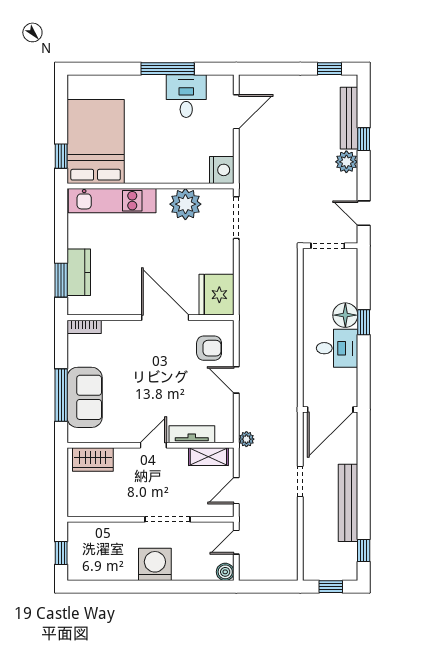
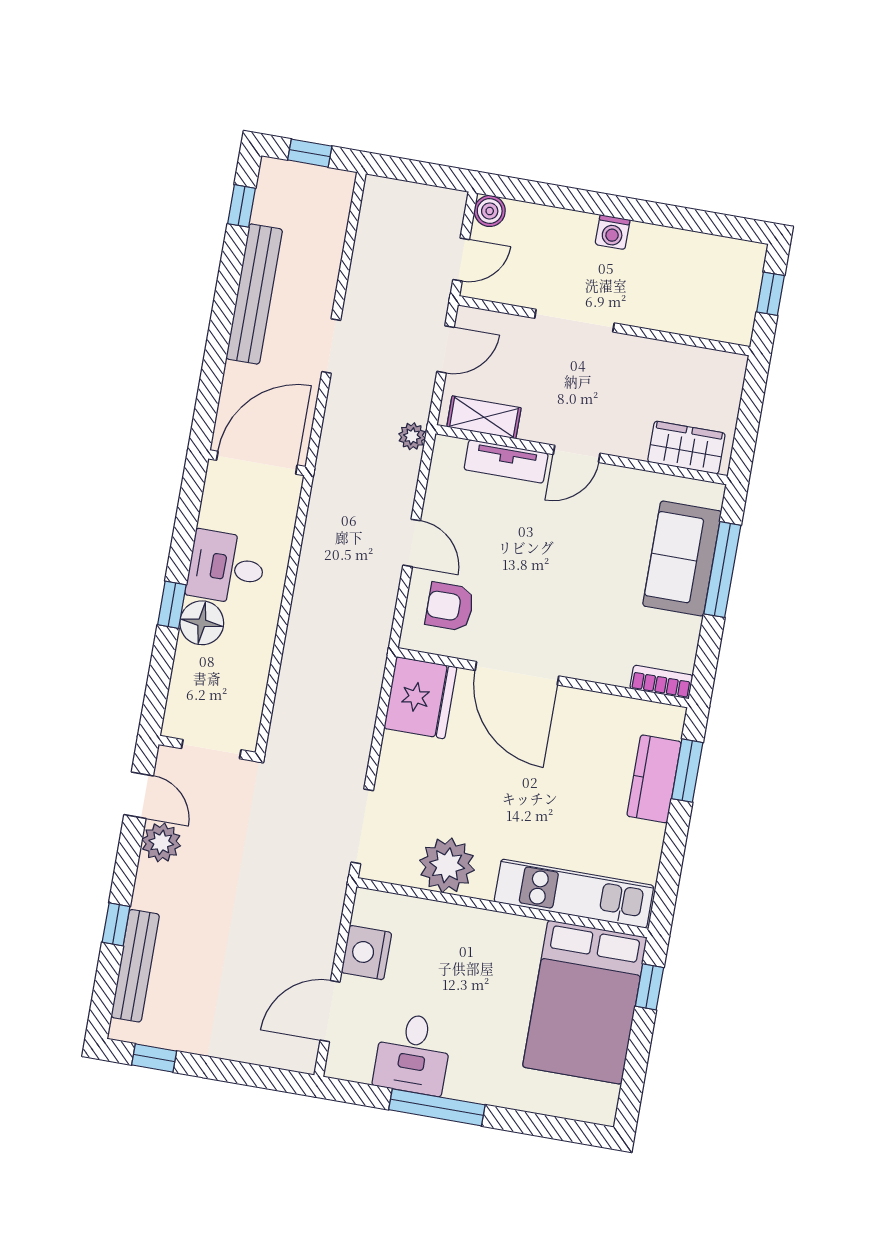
plant: (346, 162) -> (161, 842), moved
nightstand: (222, 170) -> (366, 953), moved
washing machine: (155, 564) -> (613, 232), width x0.53, depth x0.53

